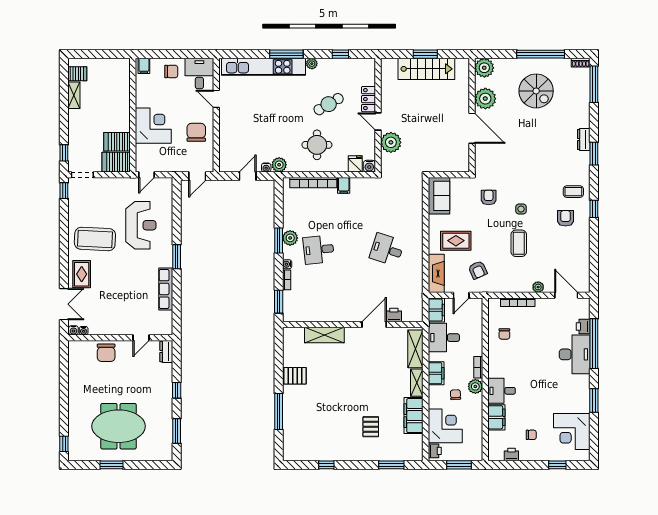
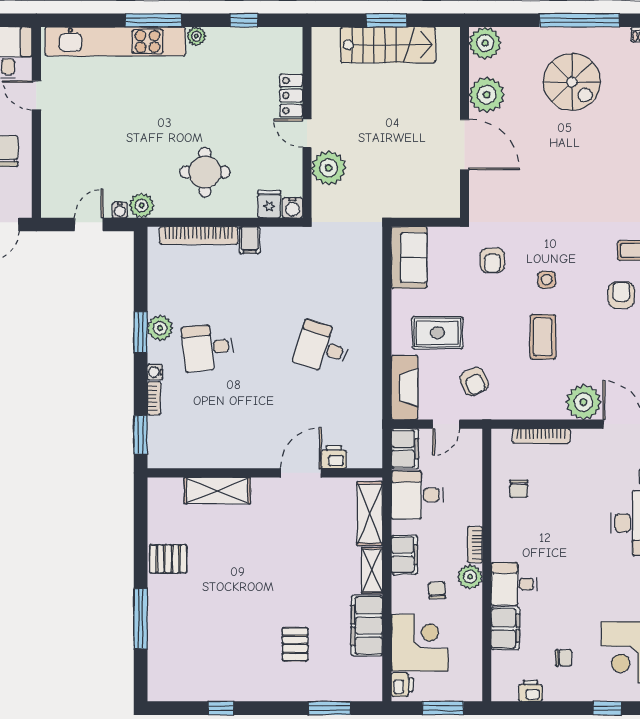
cafe table: (329, 104) -> (224, 104), removed
armchair: (489, 197) -> (492, 260), turned 180
plant: (538, 287) -> (583, 402), width x1.87, depth x1.87

